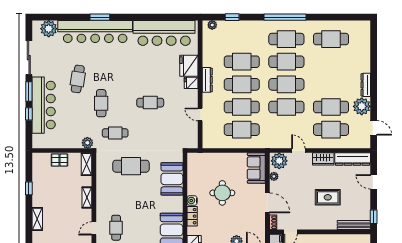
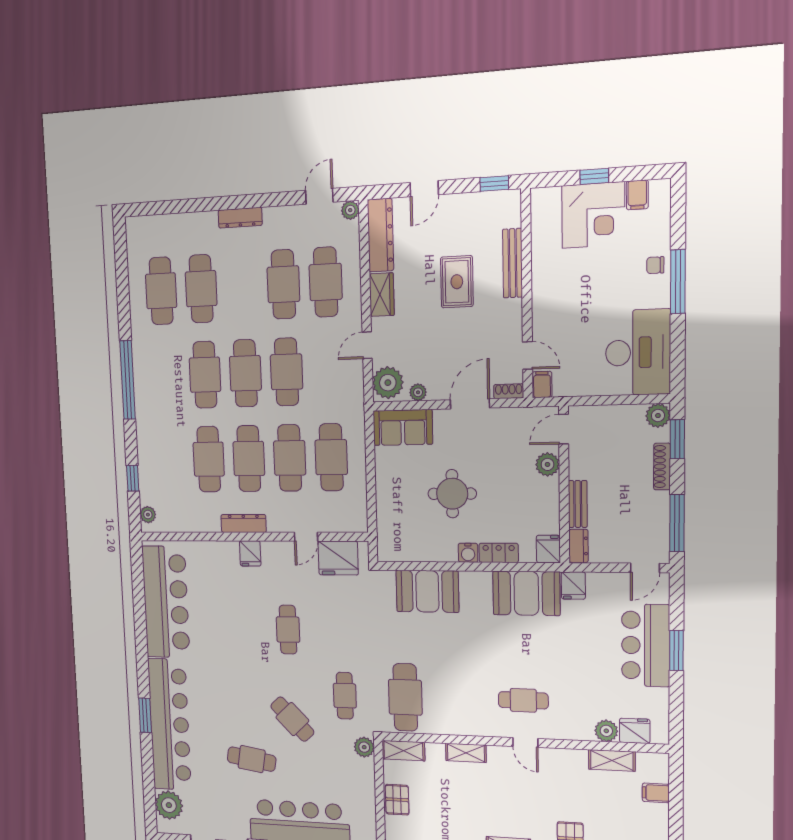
cafe table: (286, 39) -> (201, 289), moved
fridge: (189, 66) -> (338, 558), moved
cafe table: (101, 103) -> (292, 719), turned 46
plant: (362, 106) -> (350, 210), moved, width x0.53, depth x0.53
cafe table: (131, 166) -> (405, 697), moved
bench: (354, 225) -> (512, 263), moved

